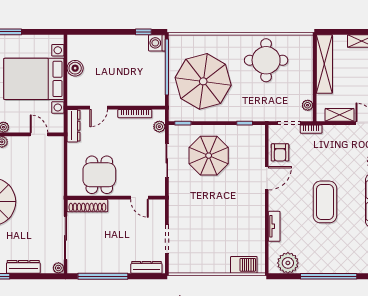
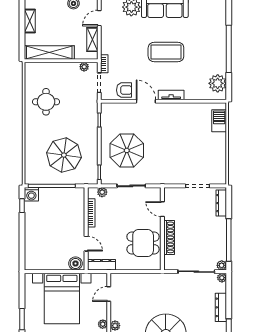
round table: (266, 60) -> (46, 102), width x0.73, depth x0.73
boiler: (75, 68) -> (75, 263), moved
parasol: (203, 81) -> (64, 155), width x0.73, depth x0.73
door: (139, 198) -> (162, 209), swing flipped
shoe rack: (87, 206) -> (169, 237), moved
tv unit: (274, 226) -> (171, 95), moved
plant: (73, 268) -> (222, 265), added

